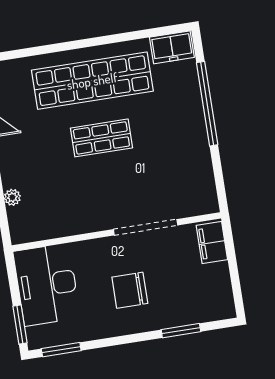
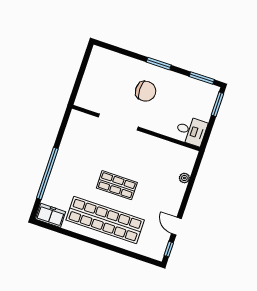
filing cabinet: (212, 243) -> (86, 94), removed
desk: (47, 285) -> (191, 131), width x0.53, depth x0.77
window: (181, 331) -> (159, 64), moved

